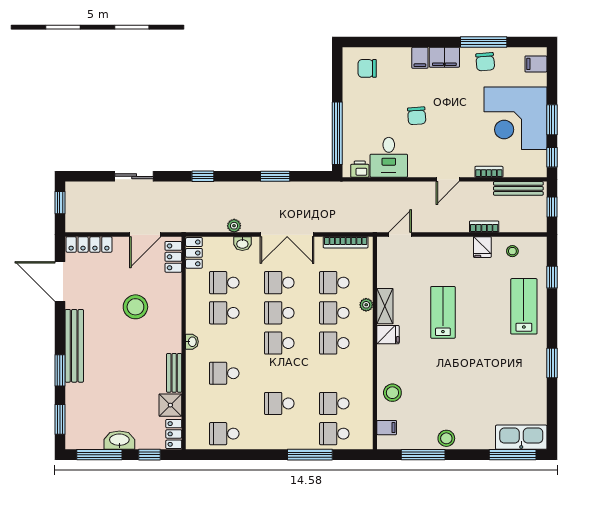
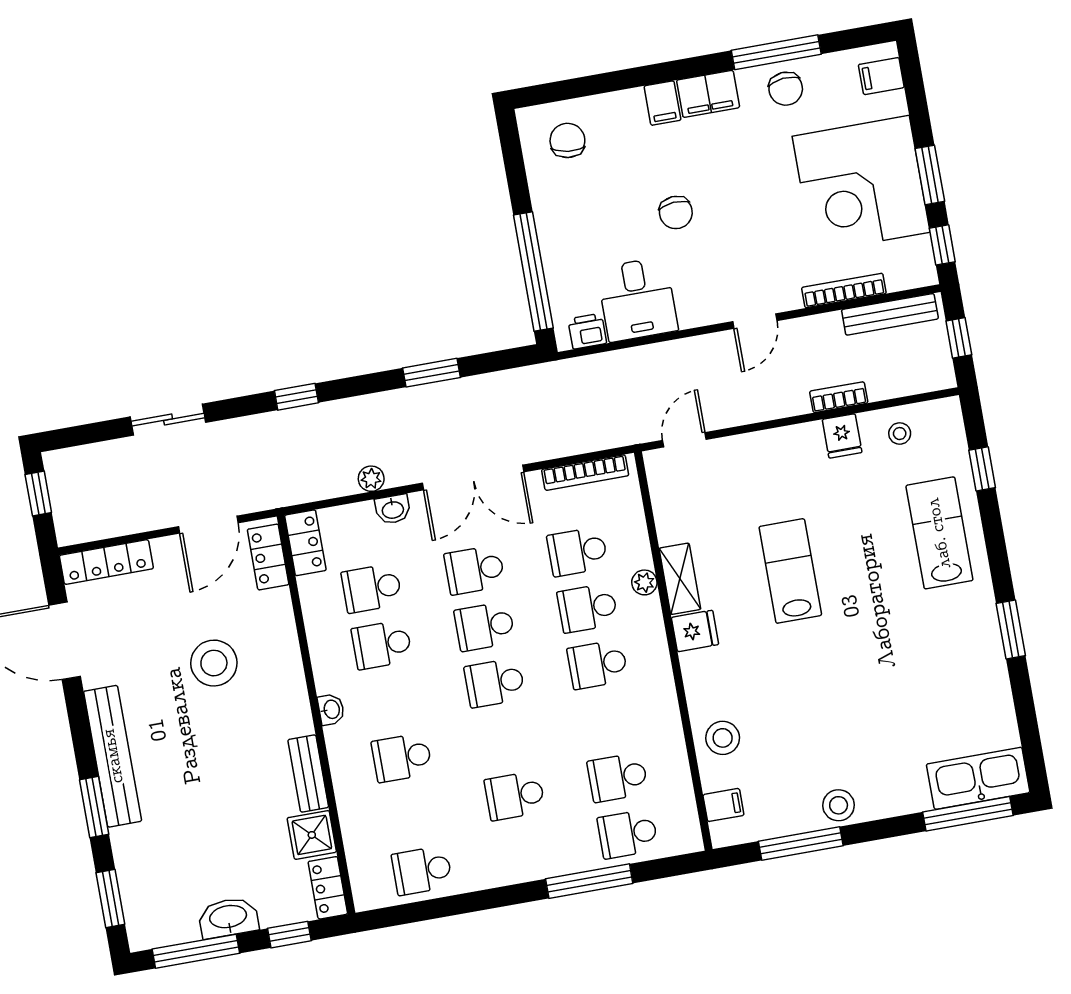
chair: (367, 68) -> (567, 140), turned 97
bookcase: (489, 172) -> (844, 290), width x1.56

